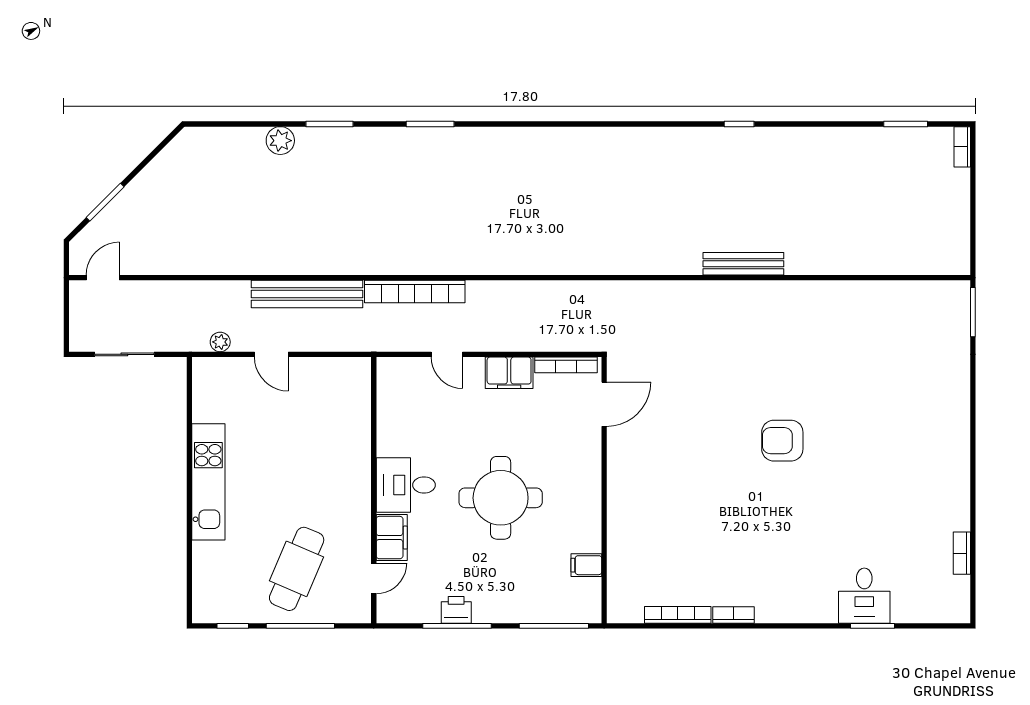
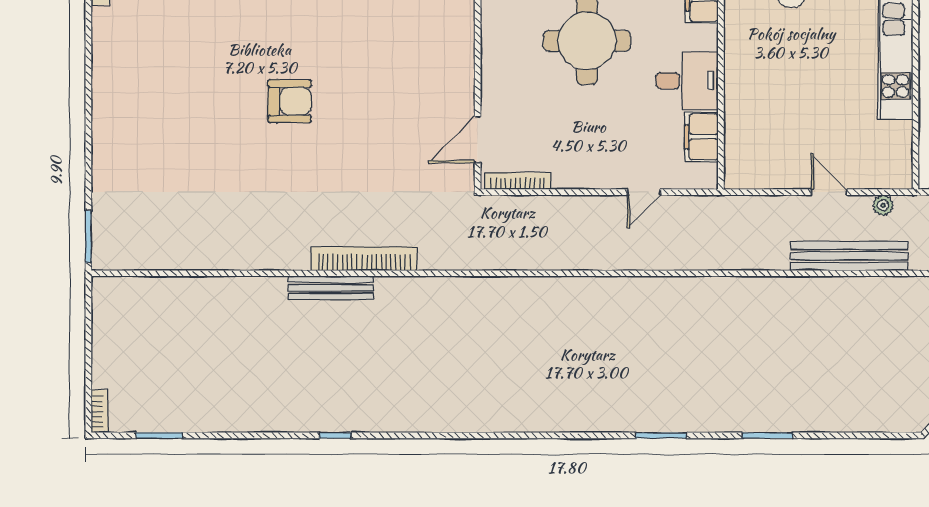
plant: (280, 141) -> (819, 418), removed
bookcase: (415, 292) -> (364, 259), moved
bench: (307, 294) -> (849, 256), moved
door: (447, 354) -> (644, 192), swing flipped
filing cabinet: (509, 373) -> (701, 137), moved, turned -90
desk: (406, 485) -> (687, 81), moved

